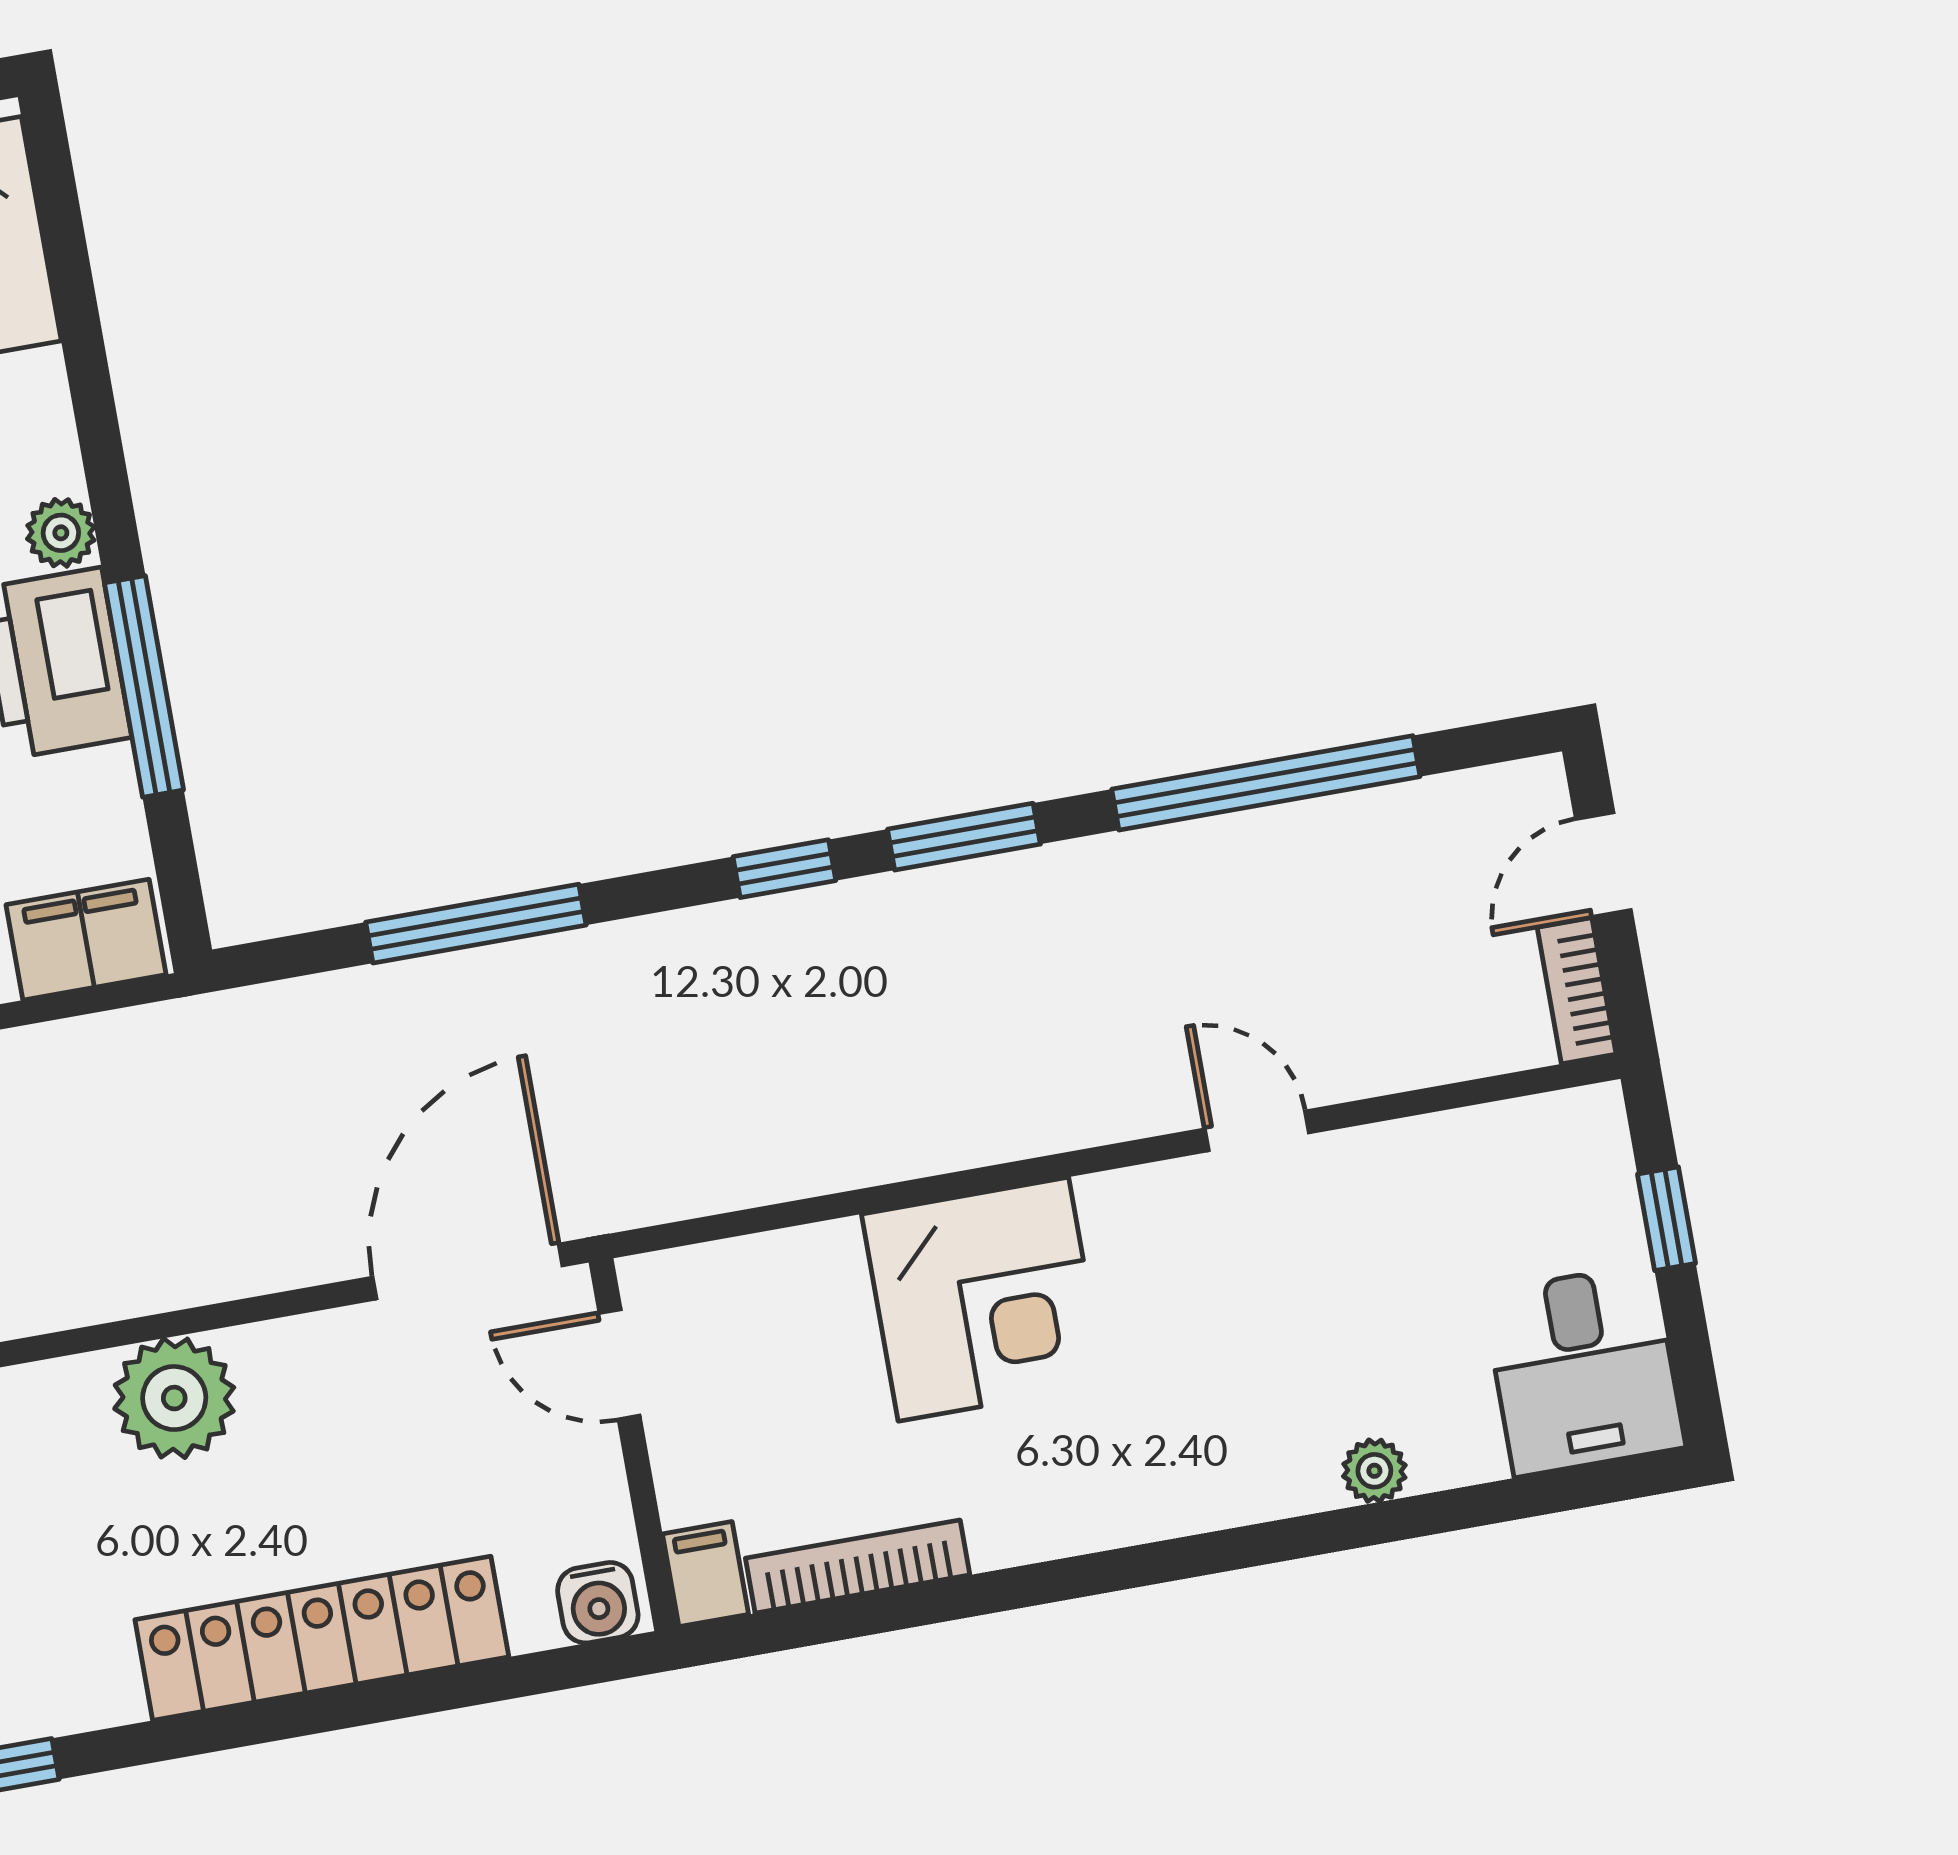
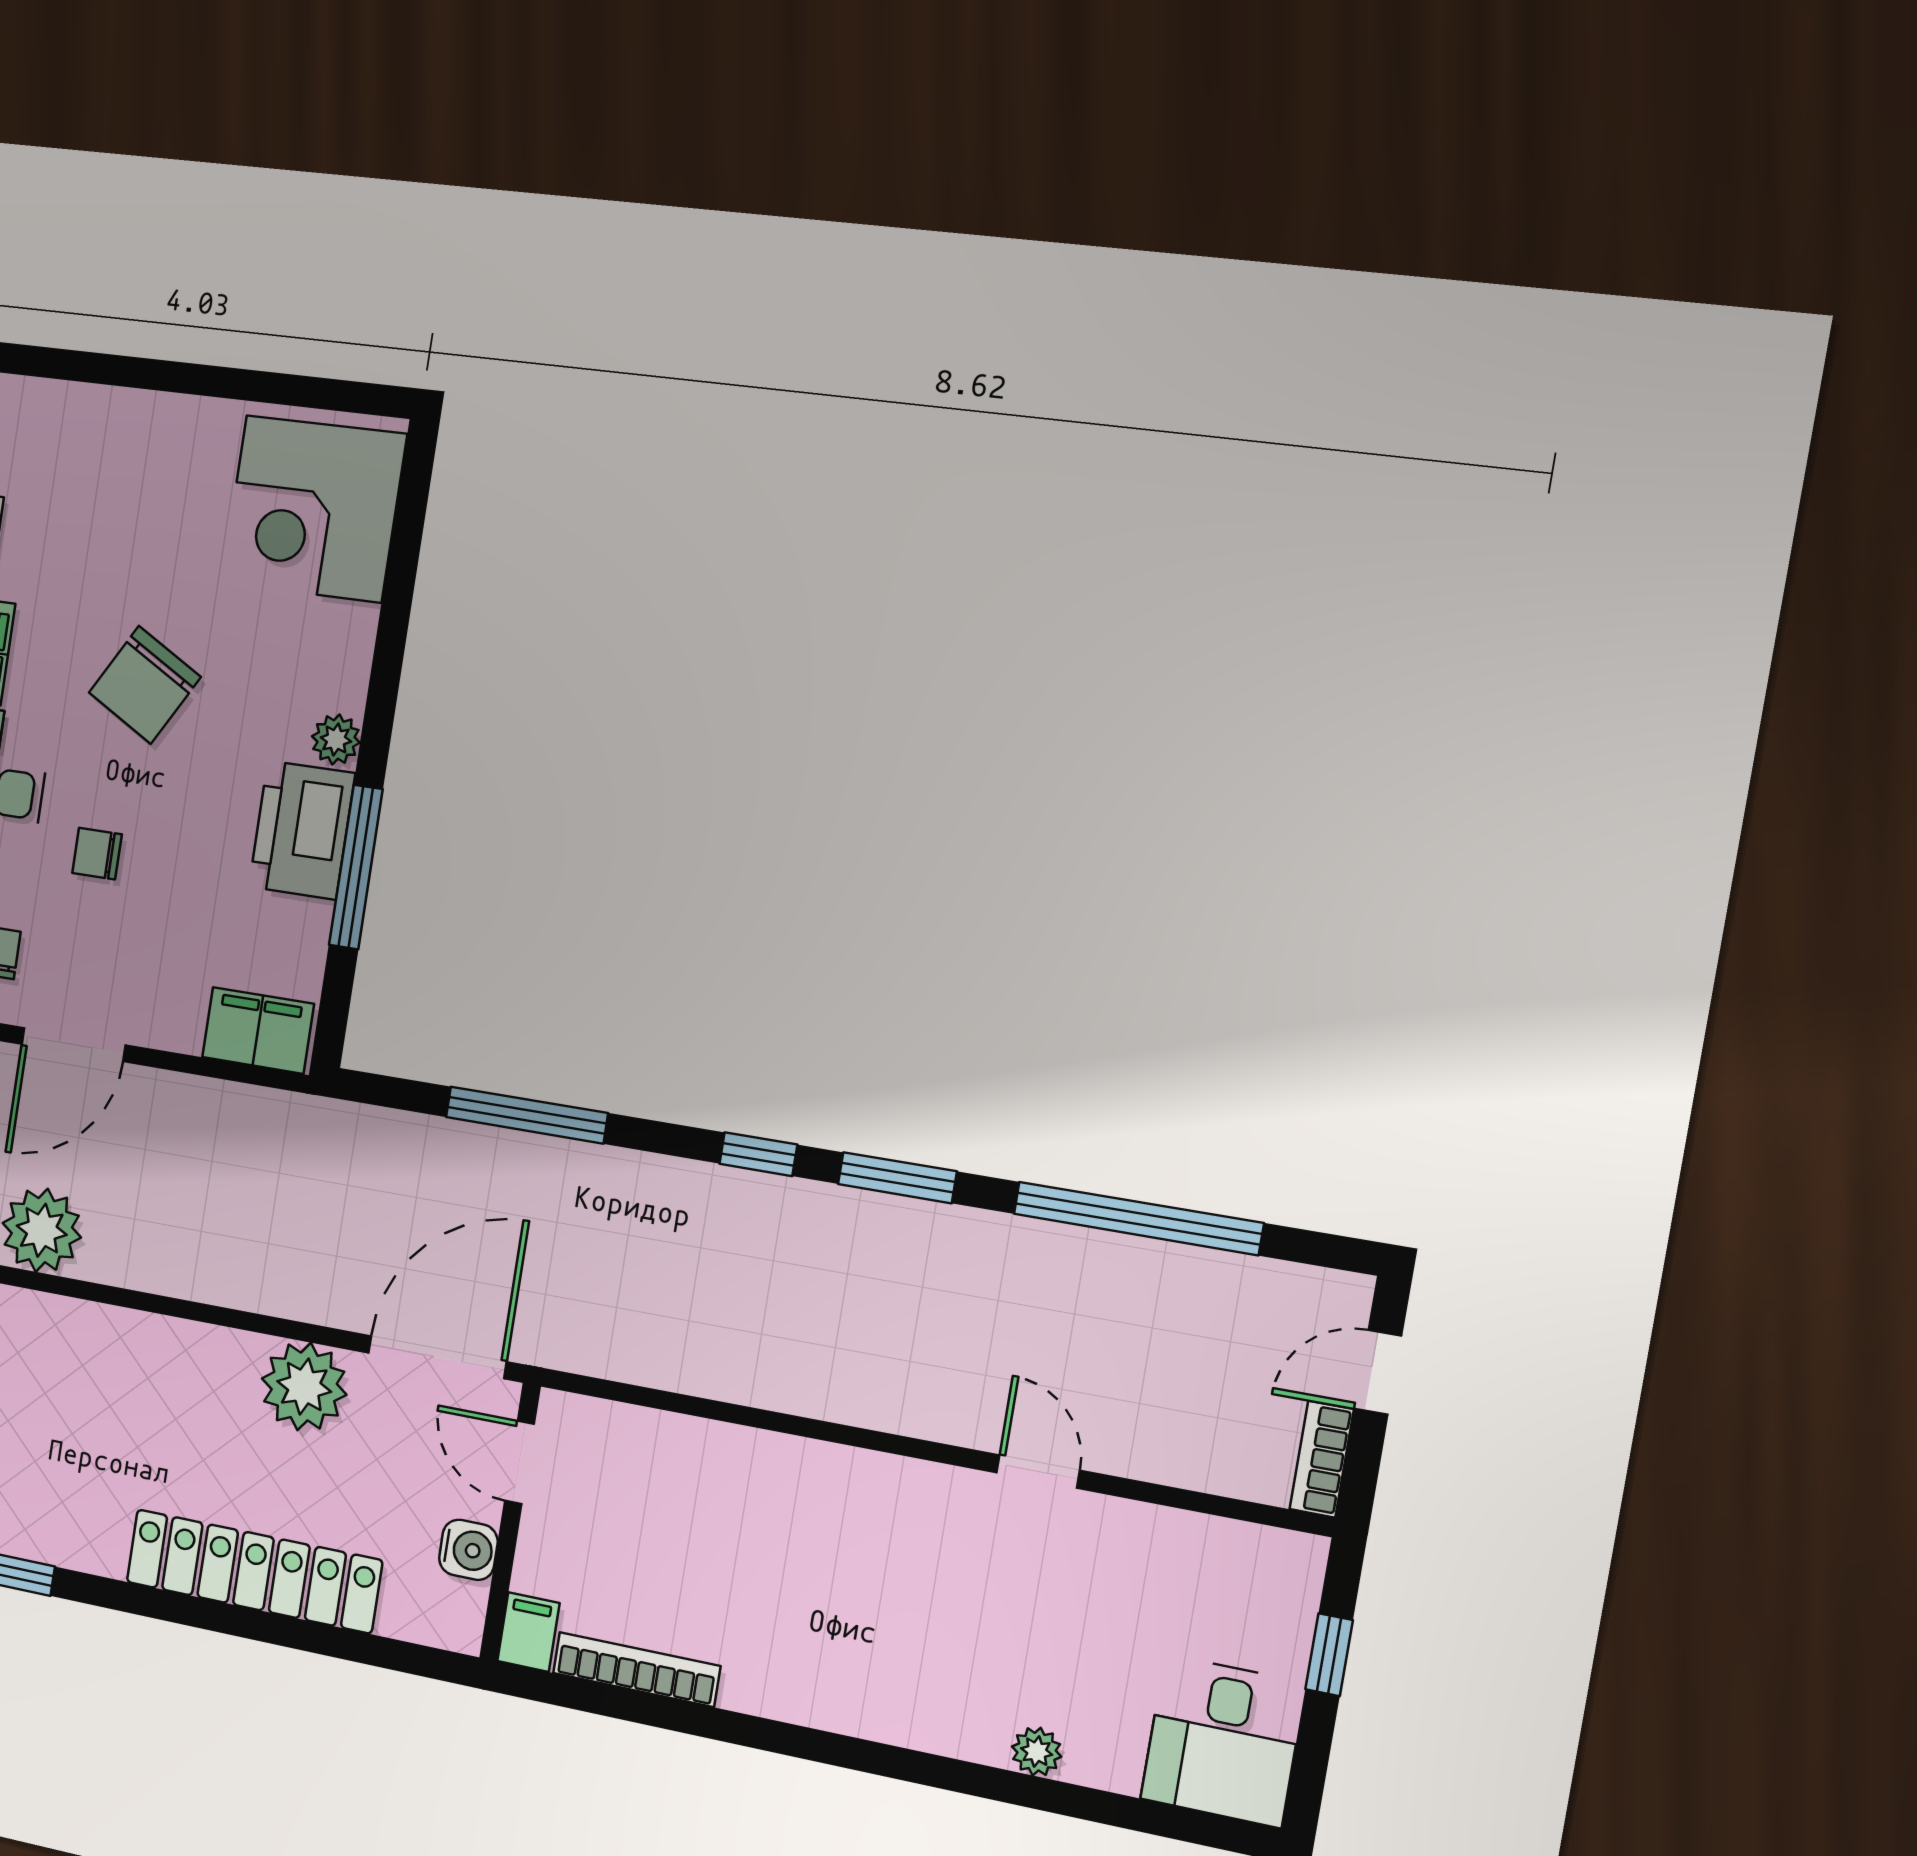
corner desk: (983, 1299) -> (793, 1516), removed
plant: (174, 1398) -> (304, 1387), moved
water cooler: (598, 1603) -> (468, 1550), moved, turned -90

